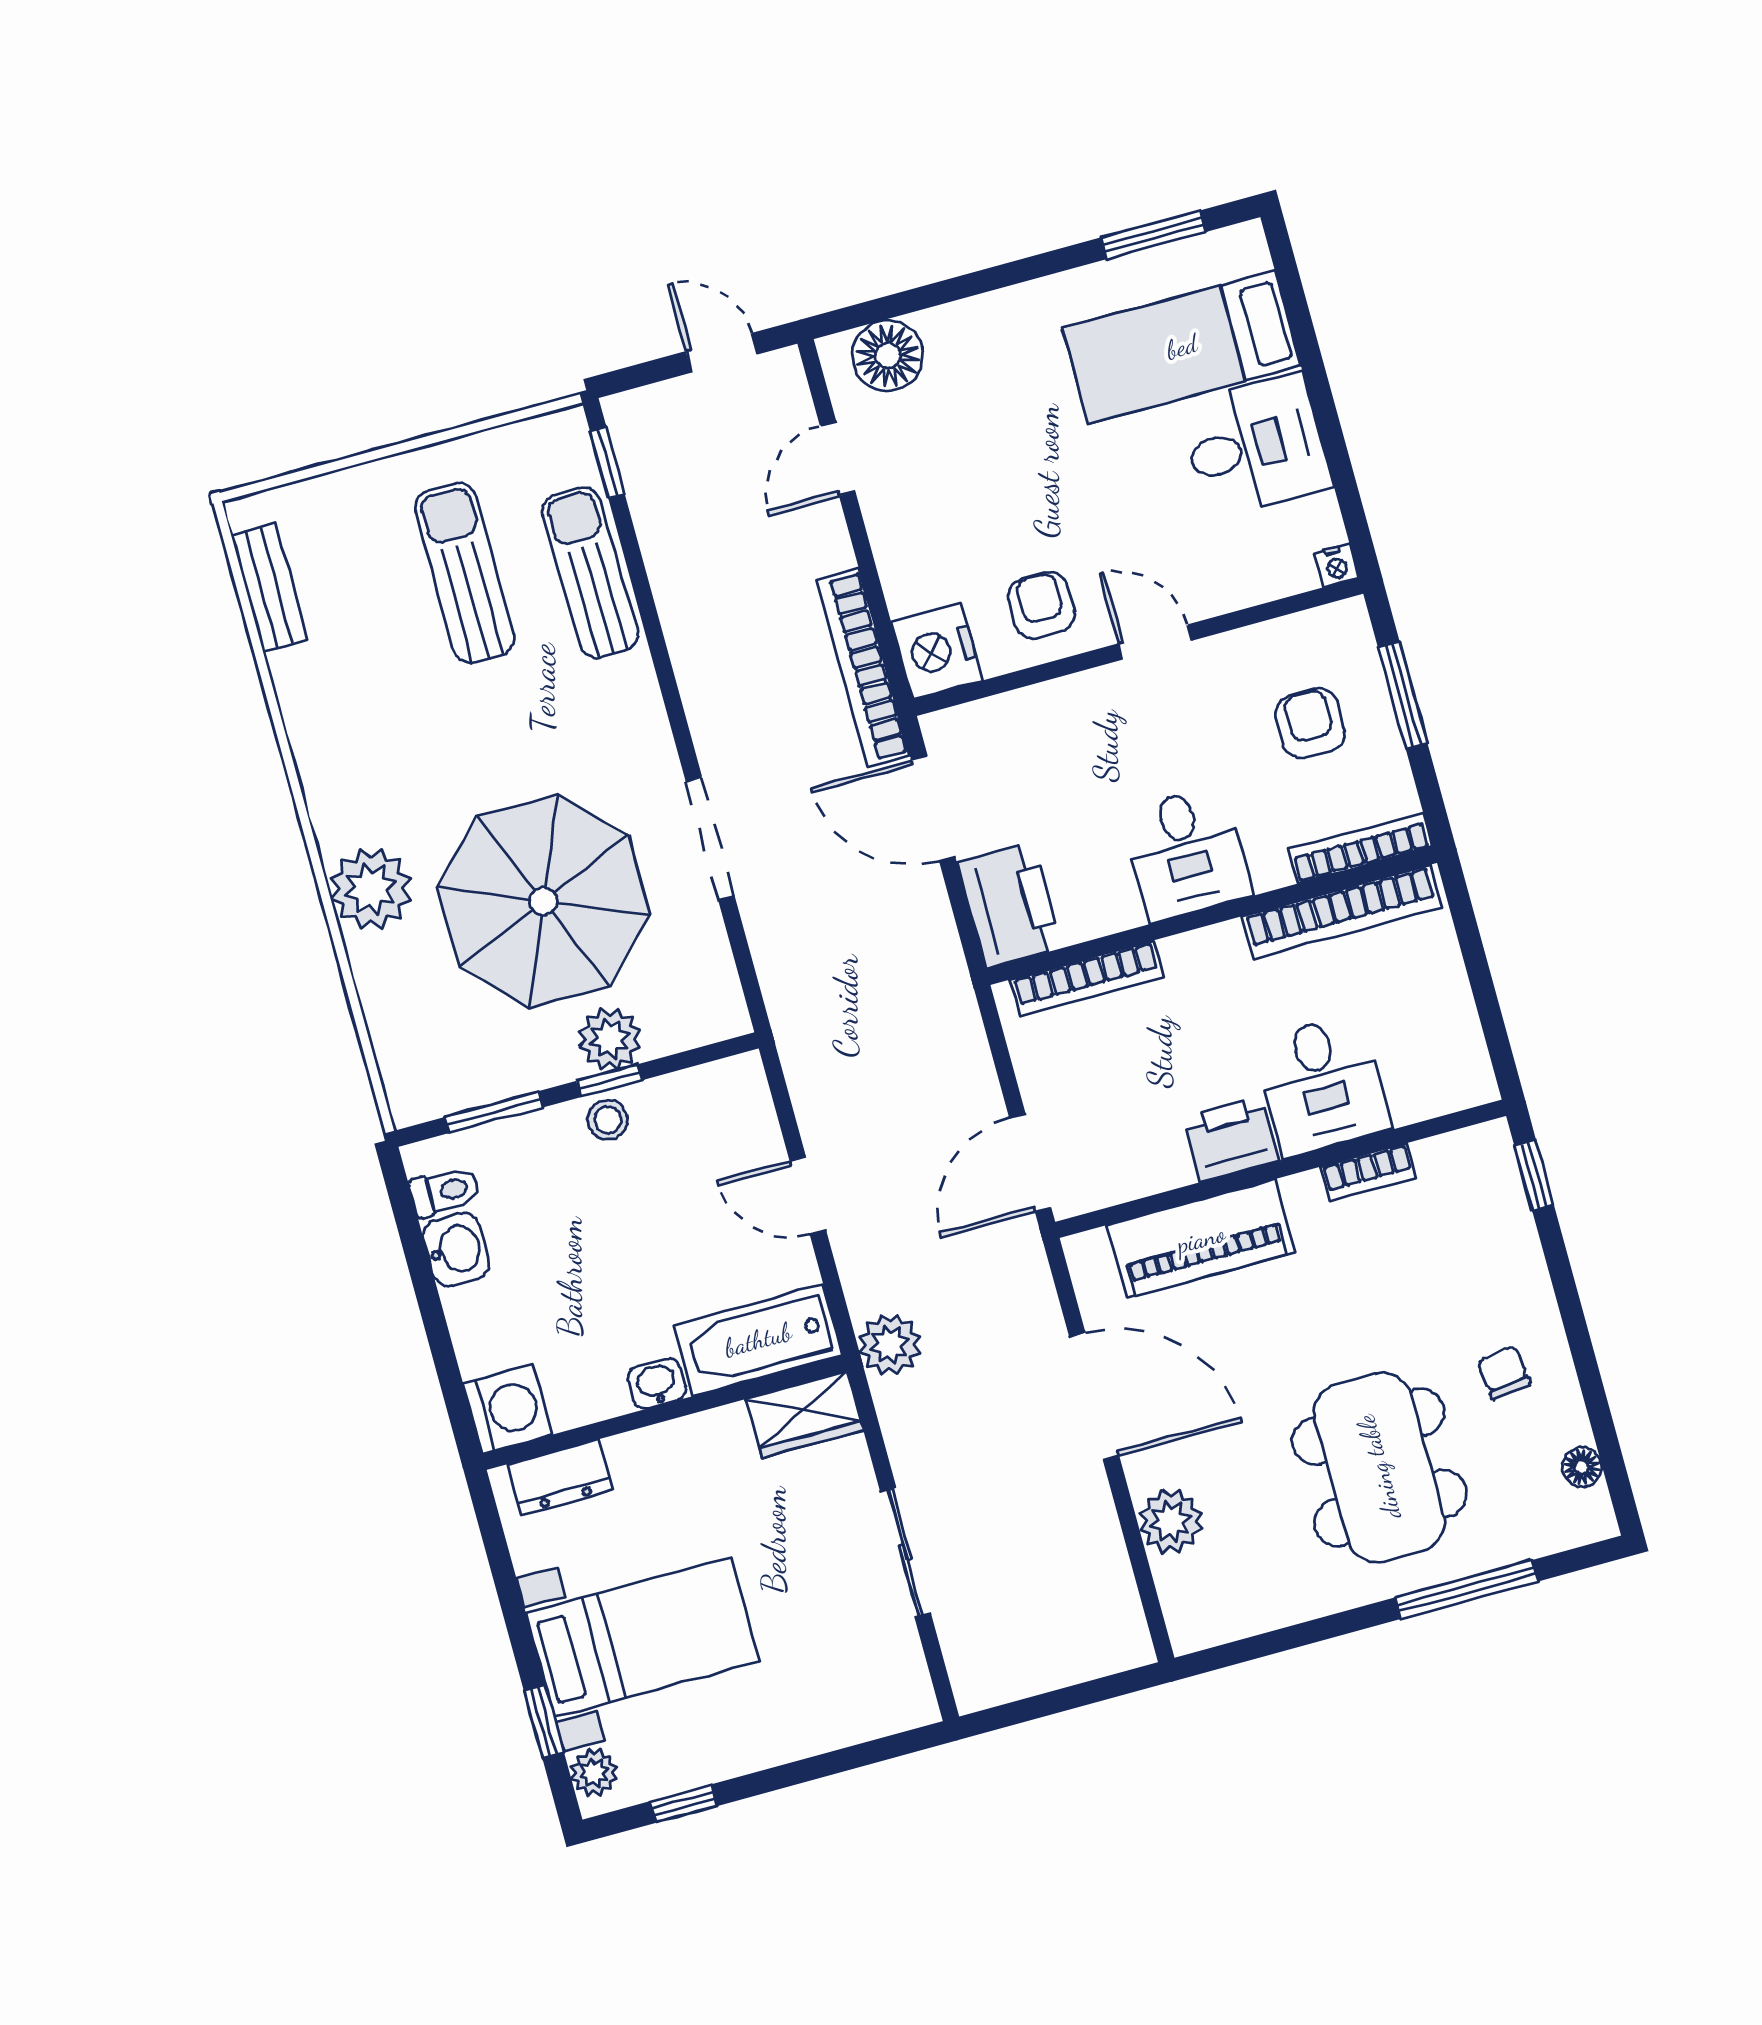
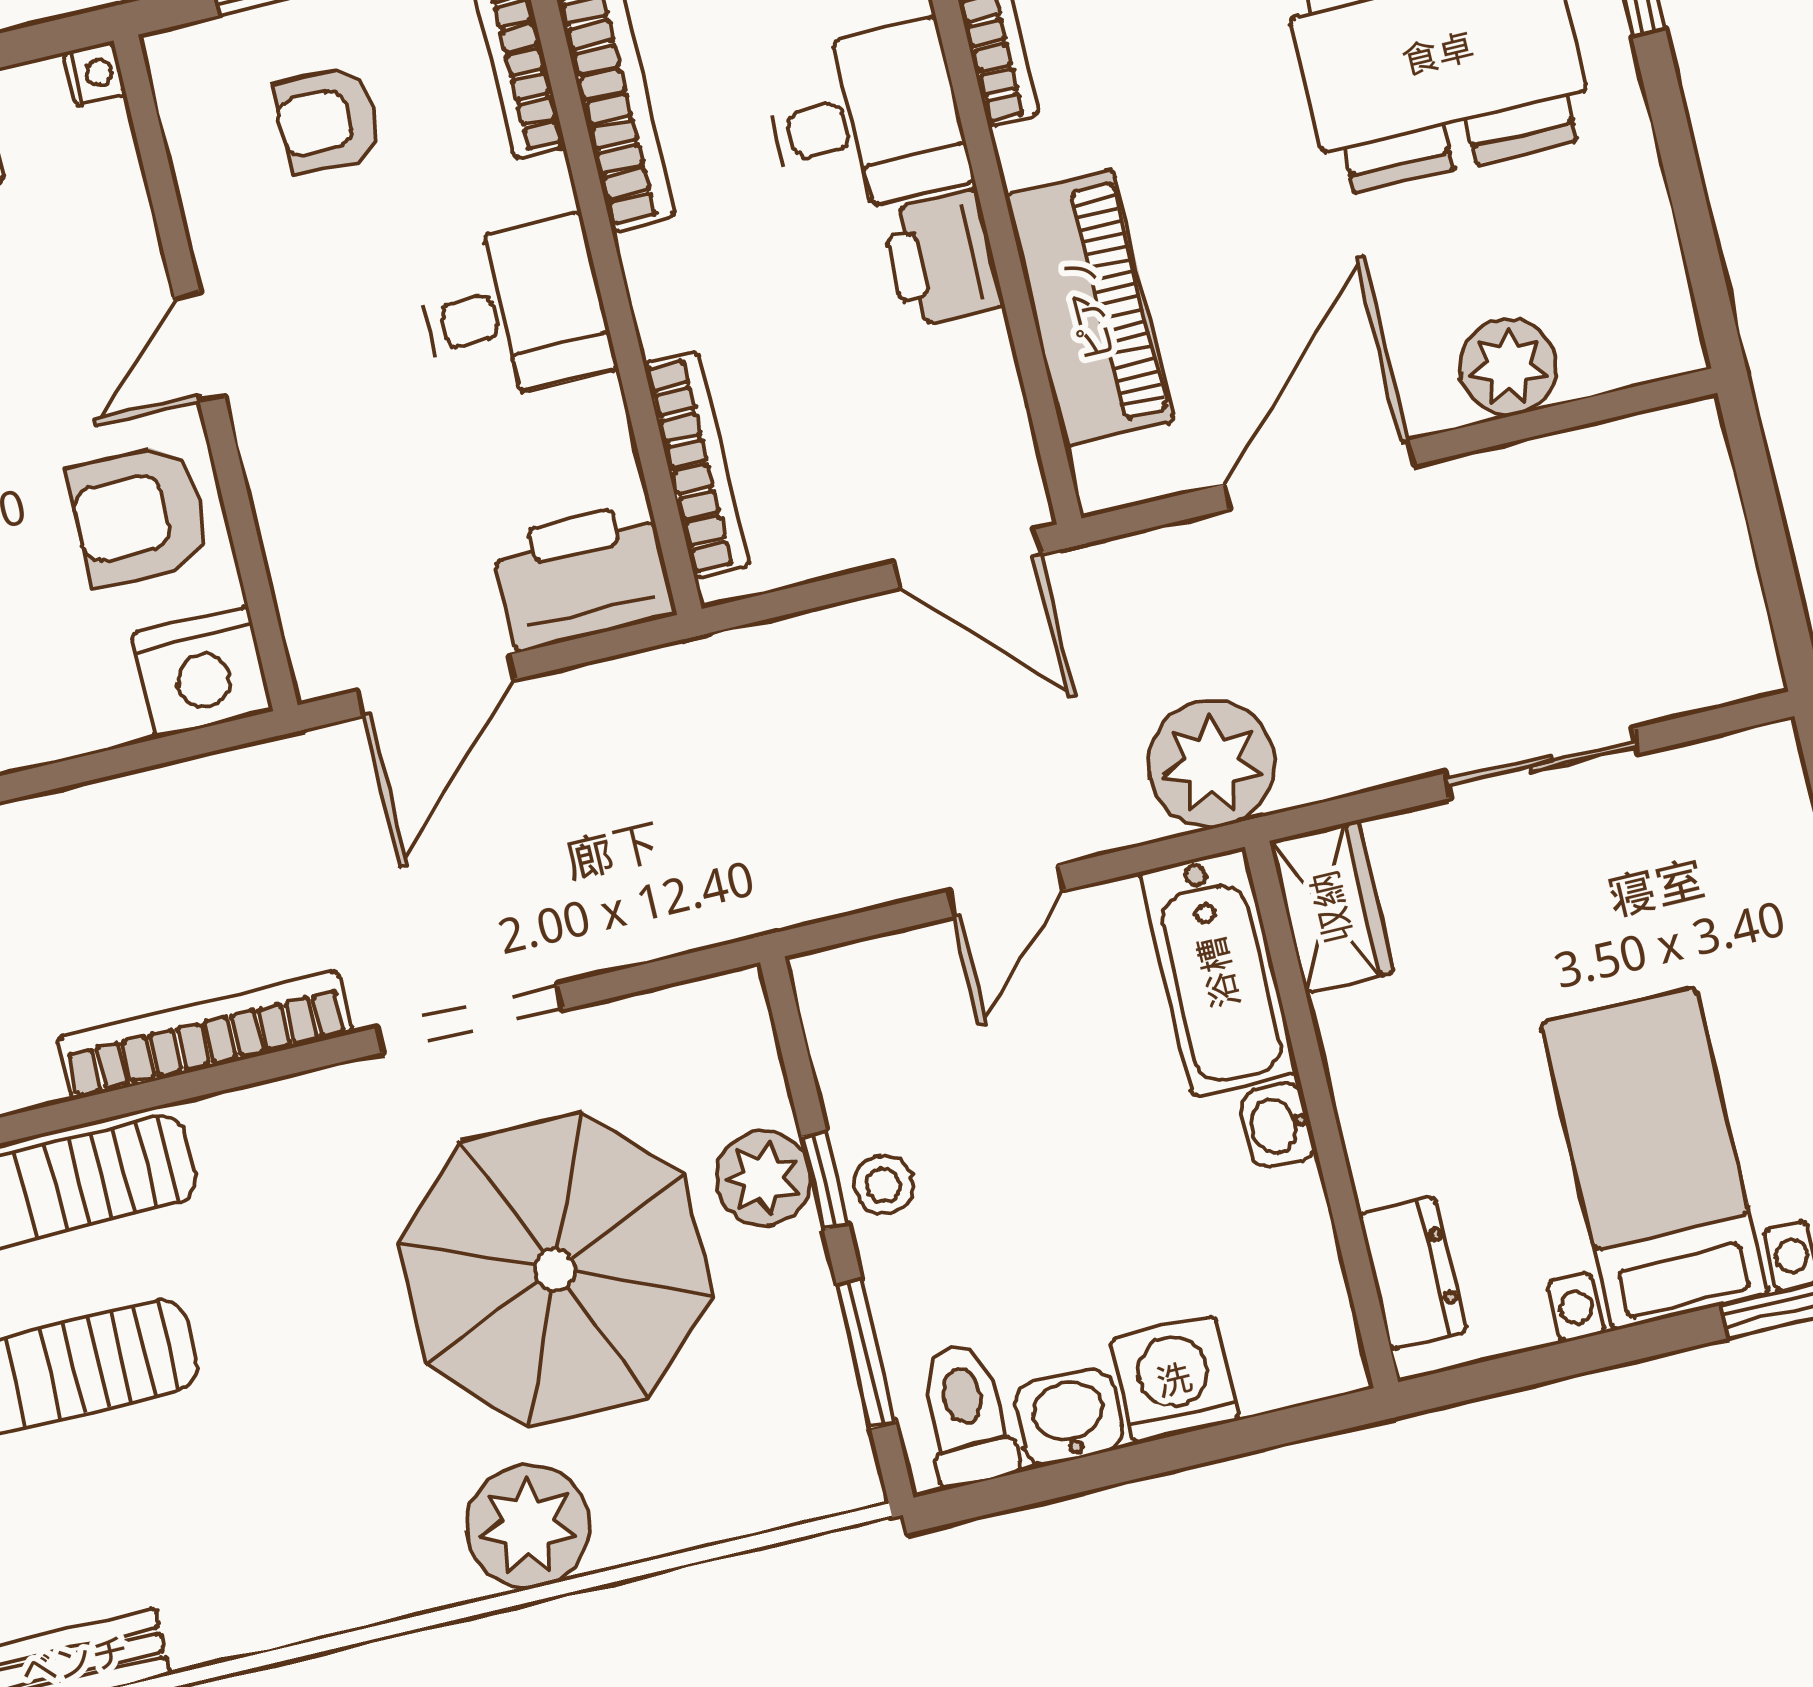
armchair: (1041, 605) -> (139, 514), width x1.38, depth x1.38
bookcase: (863, 668) -> (205, 1035), moved, turned 180
toilet: (445, 1191) -> (967, 1415), width x1.37, depth x1.39
plant: (890, 1345) -> (1212, 764), width x1.36, depth x1.36
washing machine: (508, 1409) -> (1175, 1380), moved

